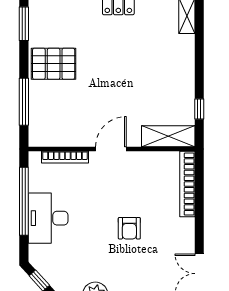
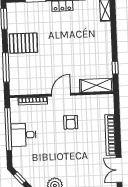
bookcase: (187, 184) -> (110, 135), moved
desk: (48, 218) -> (24, 135), width x0.73
armchair: (129, 228) -> (71, 122), moved

